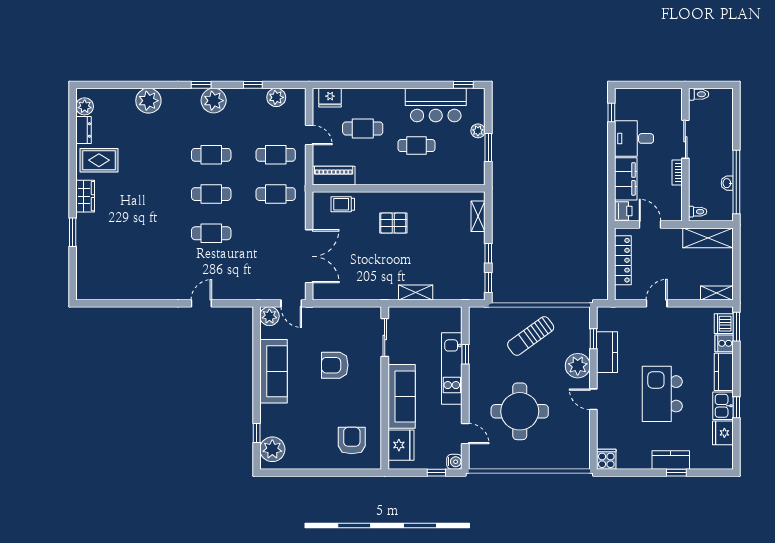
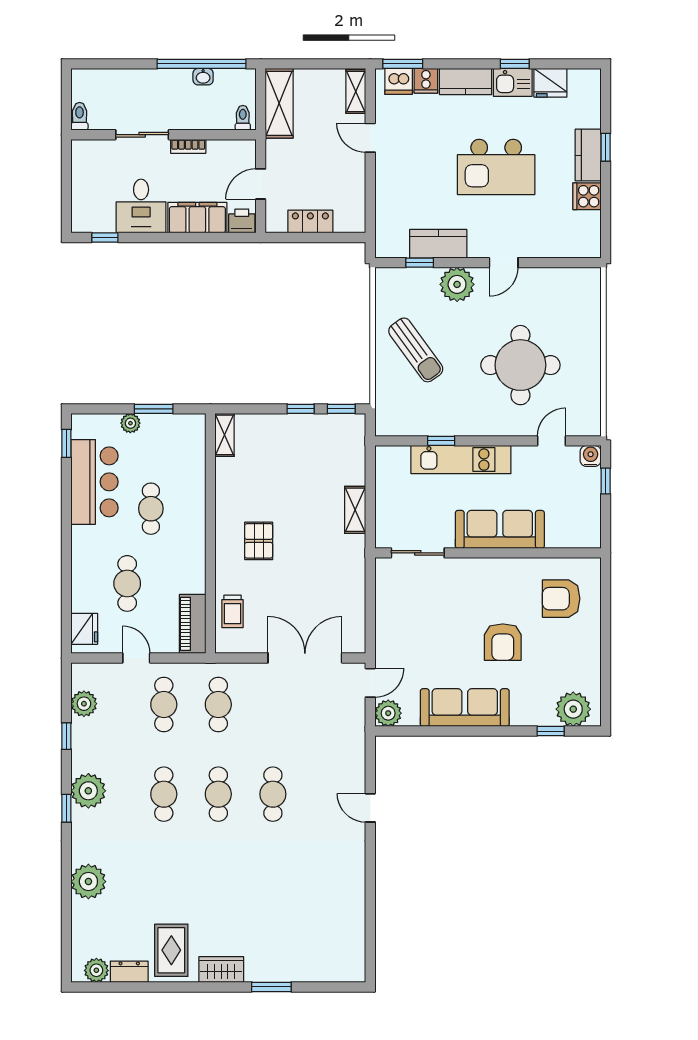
door: (309, 135) -> (136, 658), hinge flipped
shelving: (478, 216) -> (225, 435), moved, turned 90
locker: (623, 260) -> (310, 222), width x0.66
door: (657, 303) -> (370, 138), moved
armchair: (335, 365) -> (503, 642), moved
fridge: (401, 445) -> (567, 530), removed
cooker: (606, 459) -> (587, 196), moved

